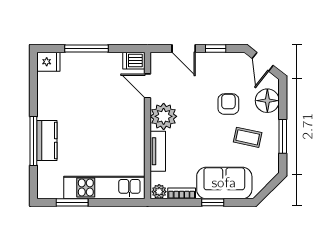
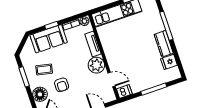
fridge: (48, 62) -> (169, 62), moved
kitchen counter: (47, 140) -> (164, 44), moved

